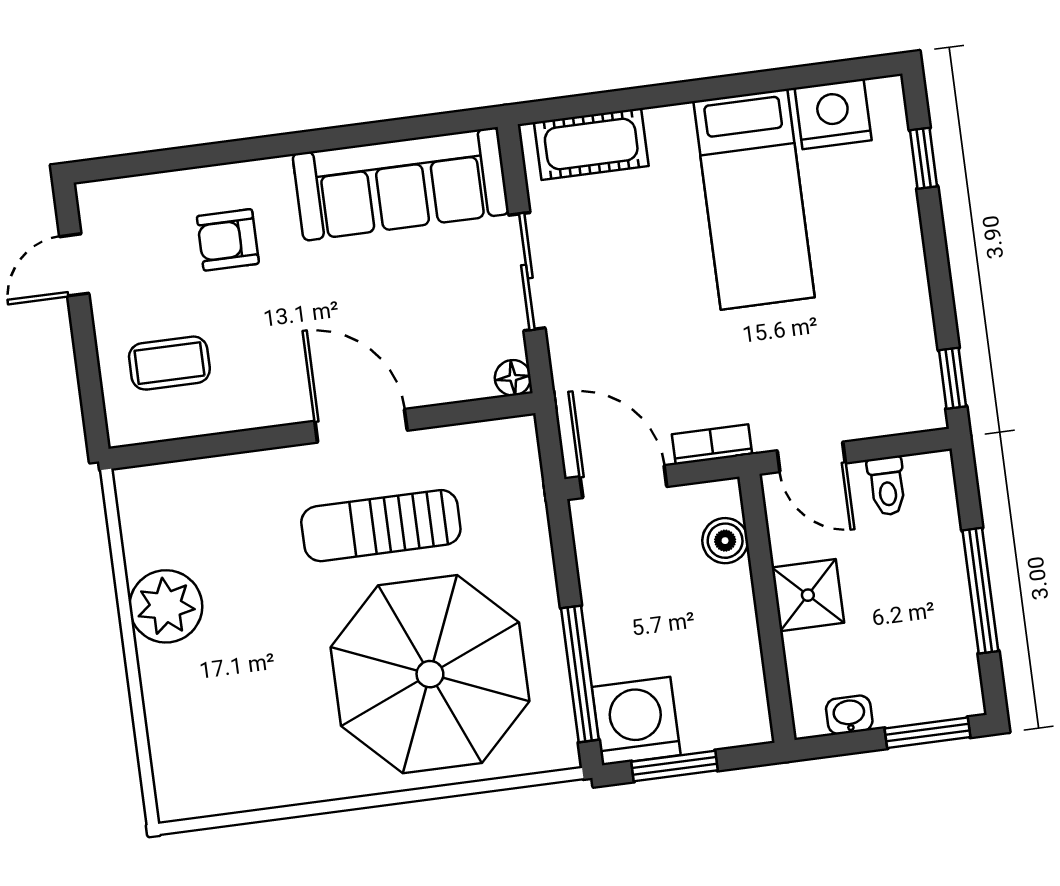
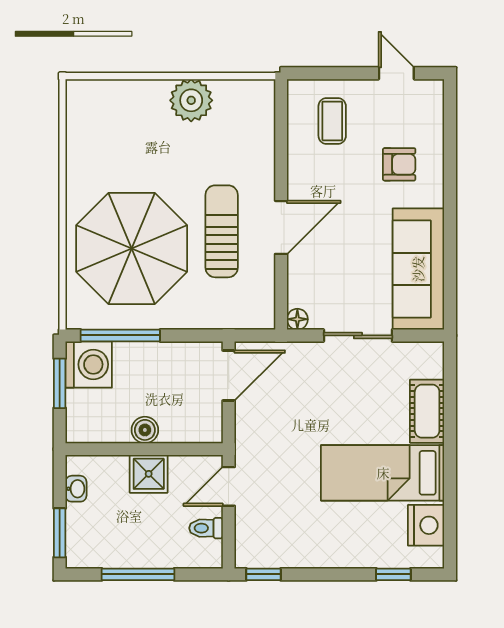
cot: (591, 144) -> (427, 411), moved
armchair: (228, 240) -> (399, 164), turned 90
bookcase: (712, 444) -> (243, 430), removed
boiler: (725, 541) -> (145, 430), moved

